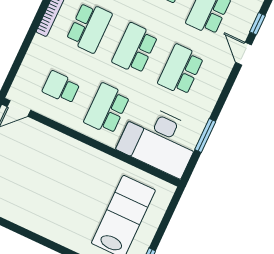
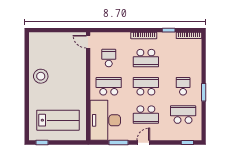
door: (243, 54) -> (143, 143), moved
school desk: (181, 70) -> (146, 115), turned 180
stool: (39, 211) -> (41, 76), added

